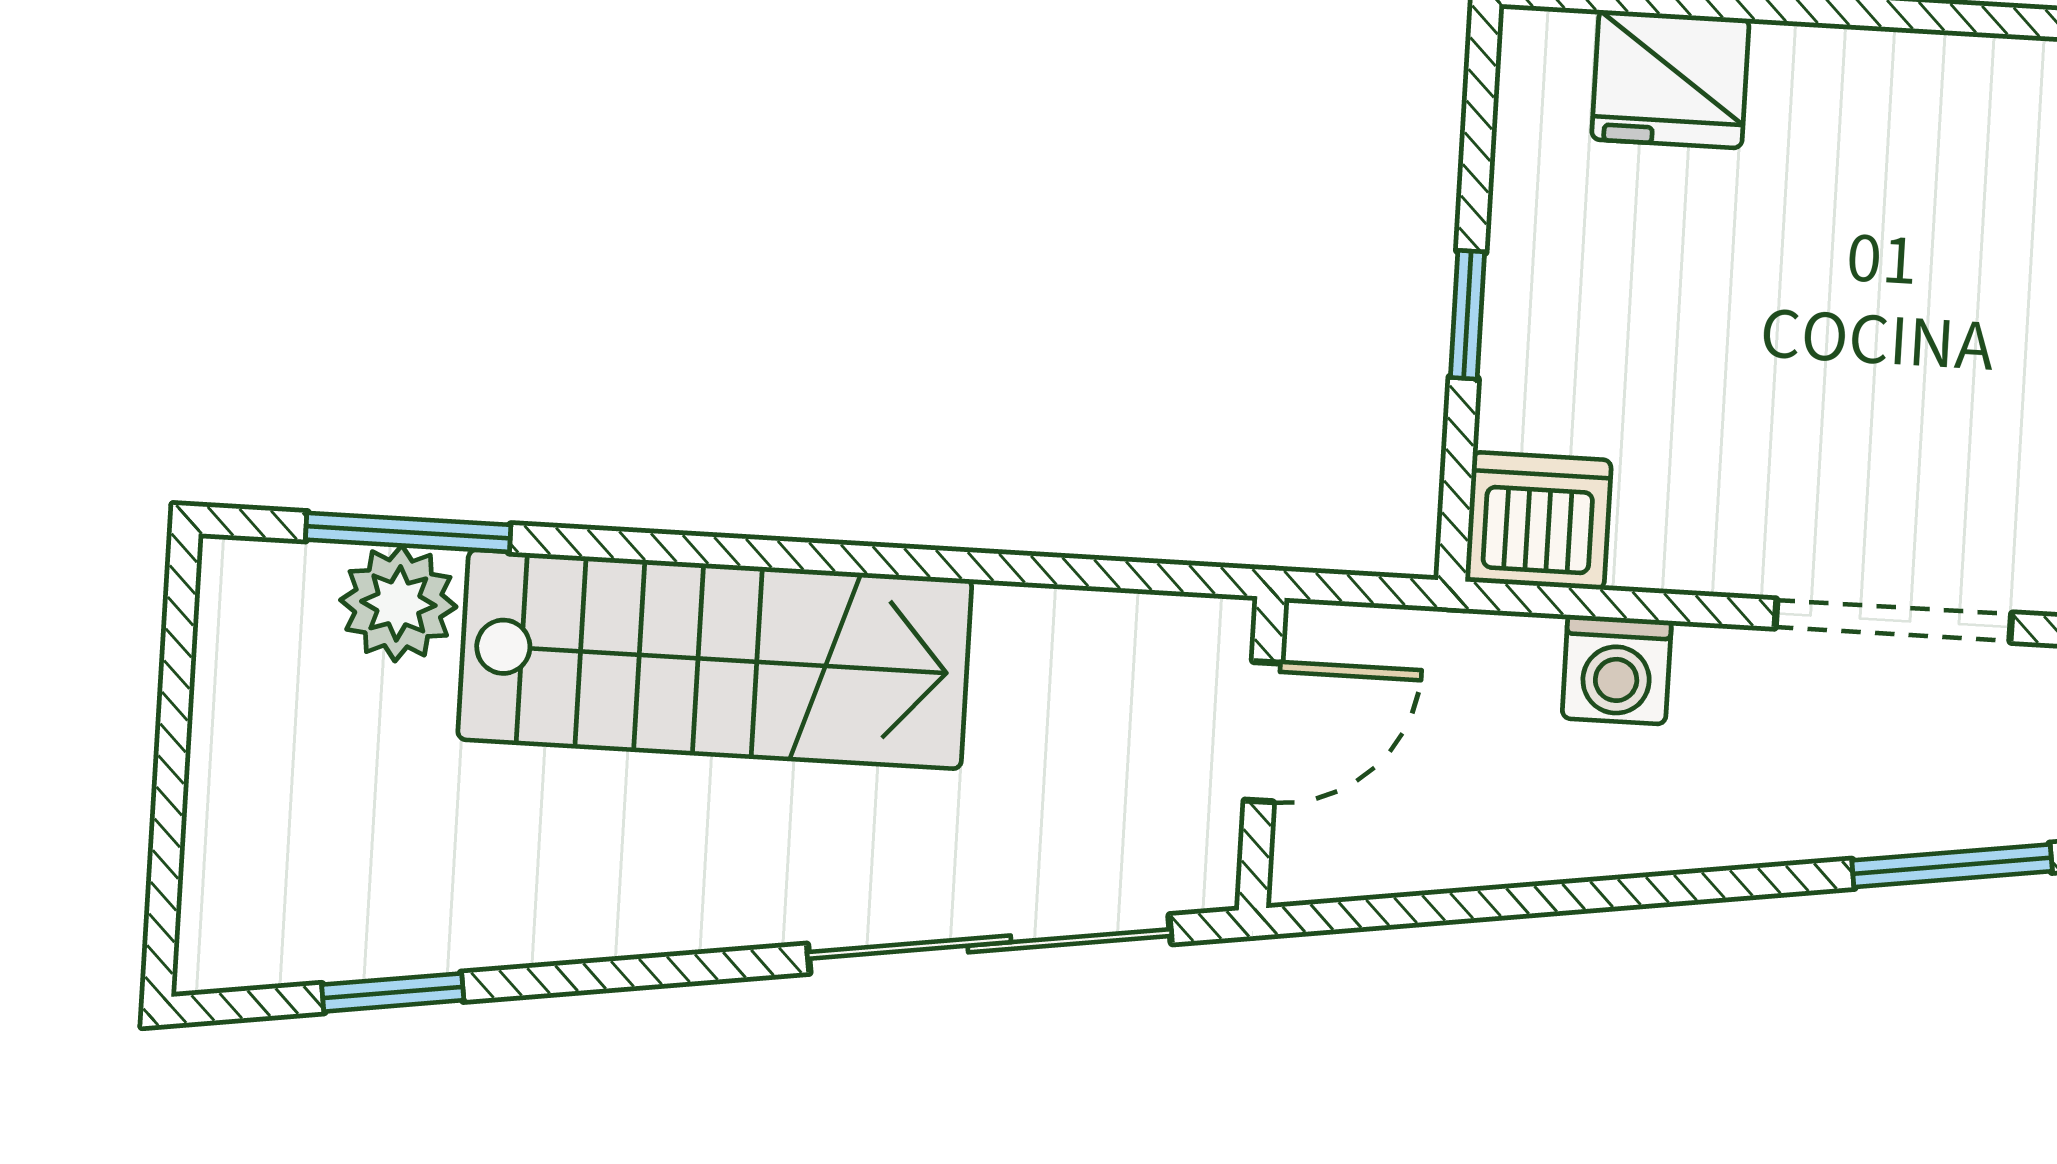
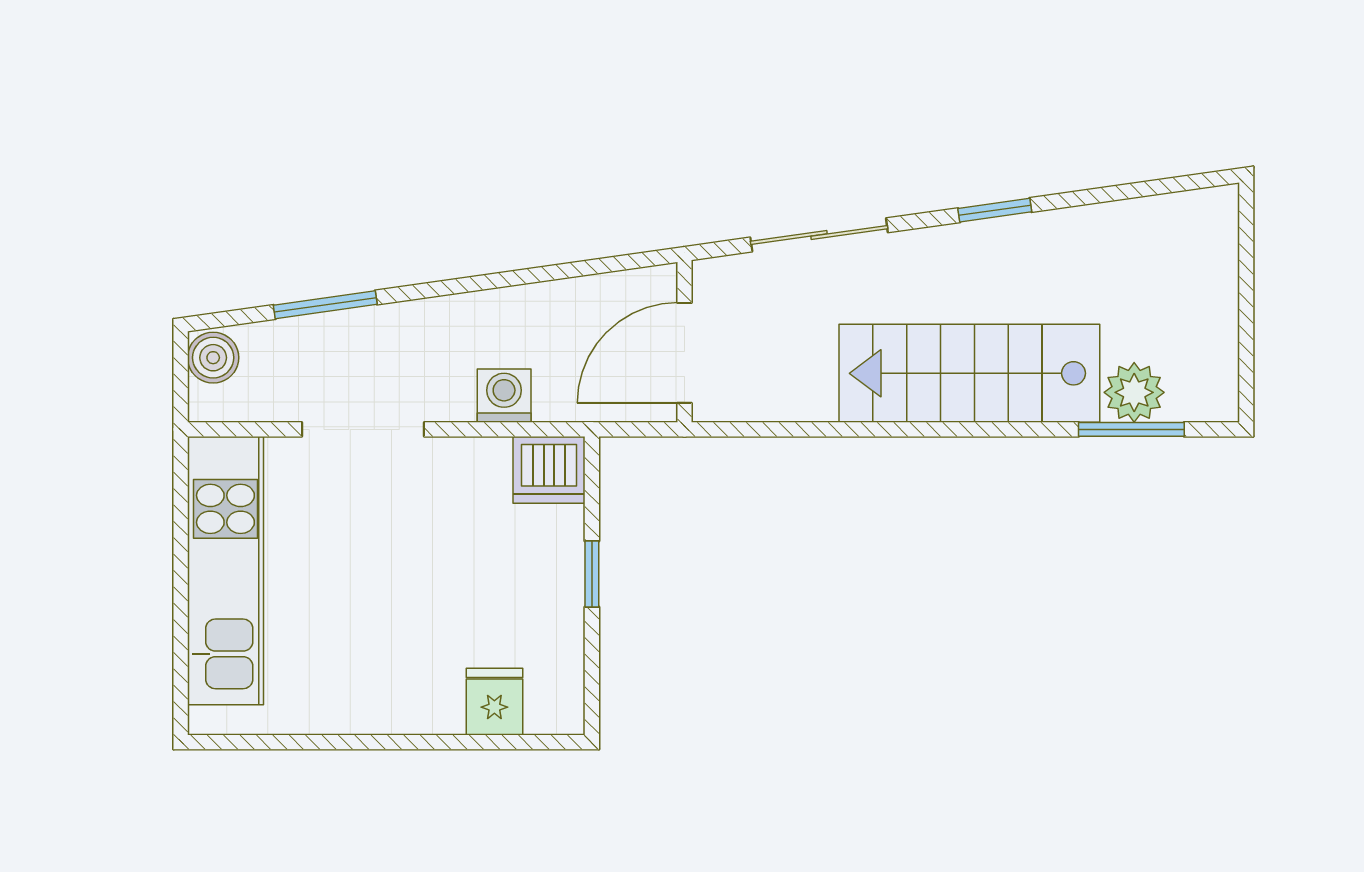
fridge: (1670, 79) -> (494, 702), width x0.72
door: (1263, 732) -> (685, 353), width x1.38
sliding door: (989, 944) -> (819, 235), width x0.73
window: (393, 992) -> (995, 210), moved

